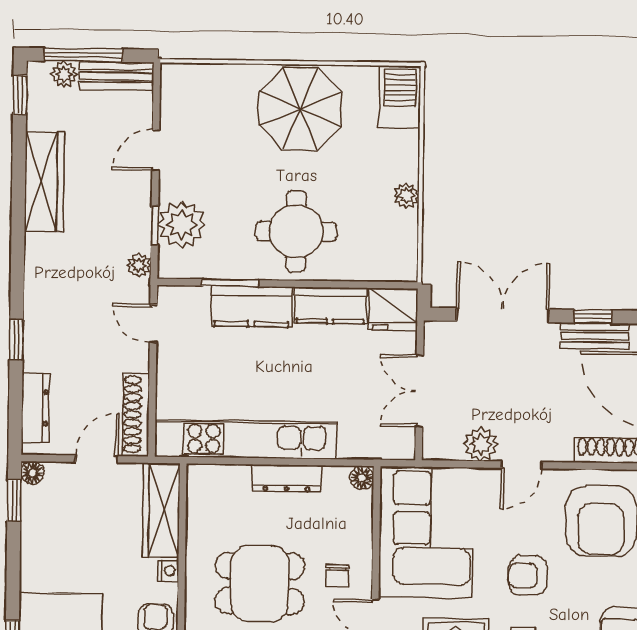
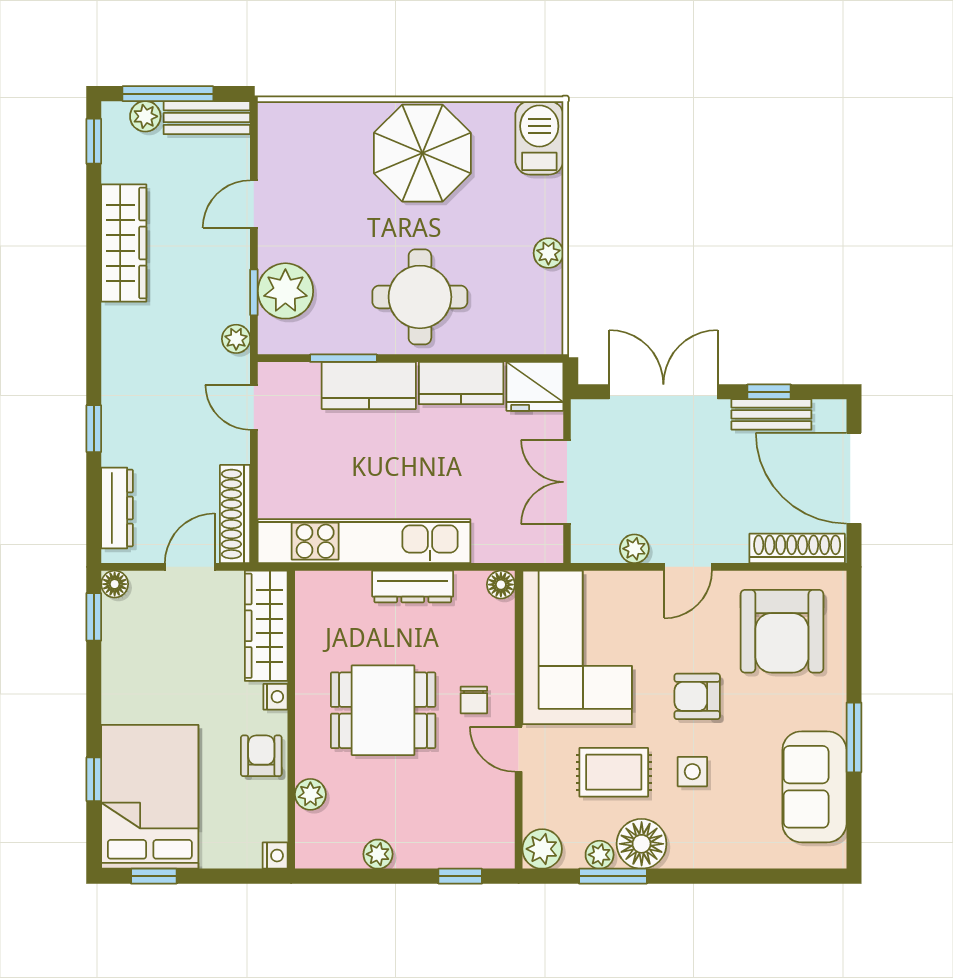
plant: (481, 444) -> (634, 549), width x0.73, depth x0.73

